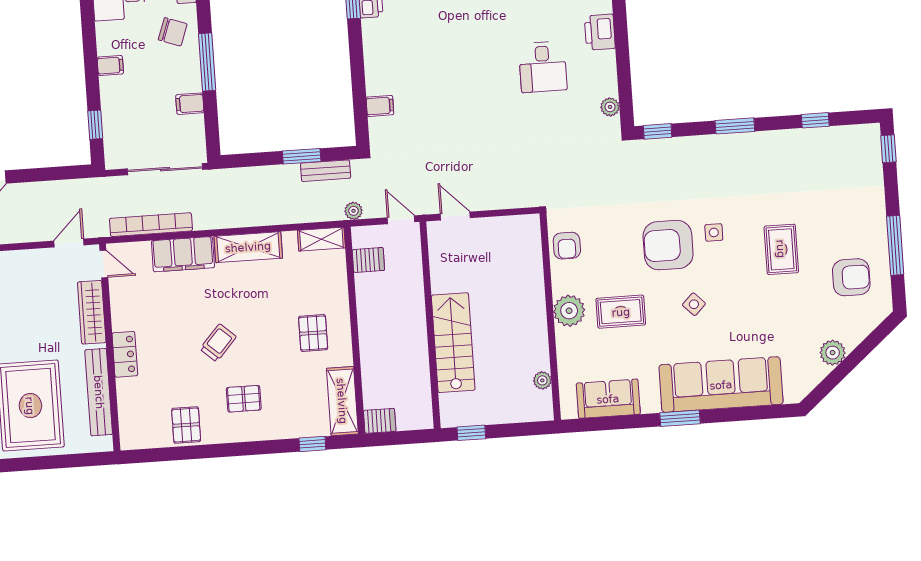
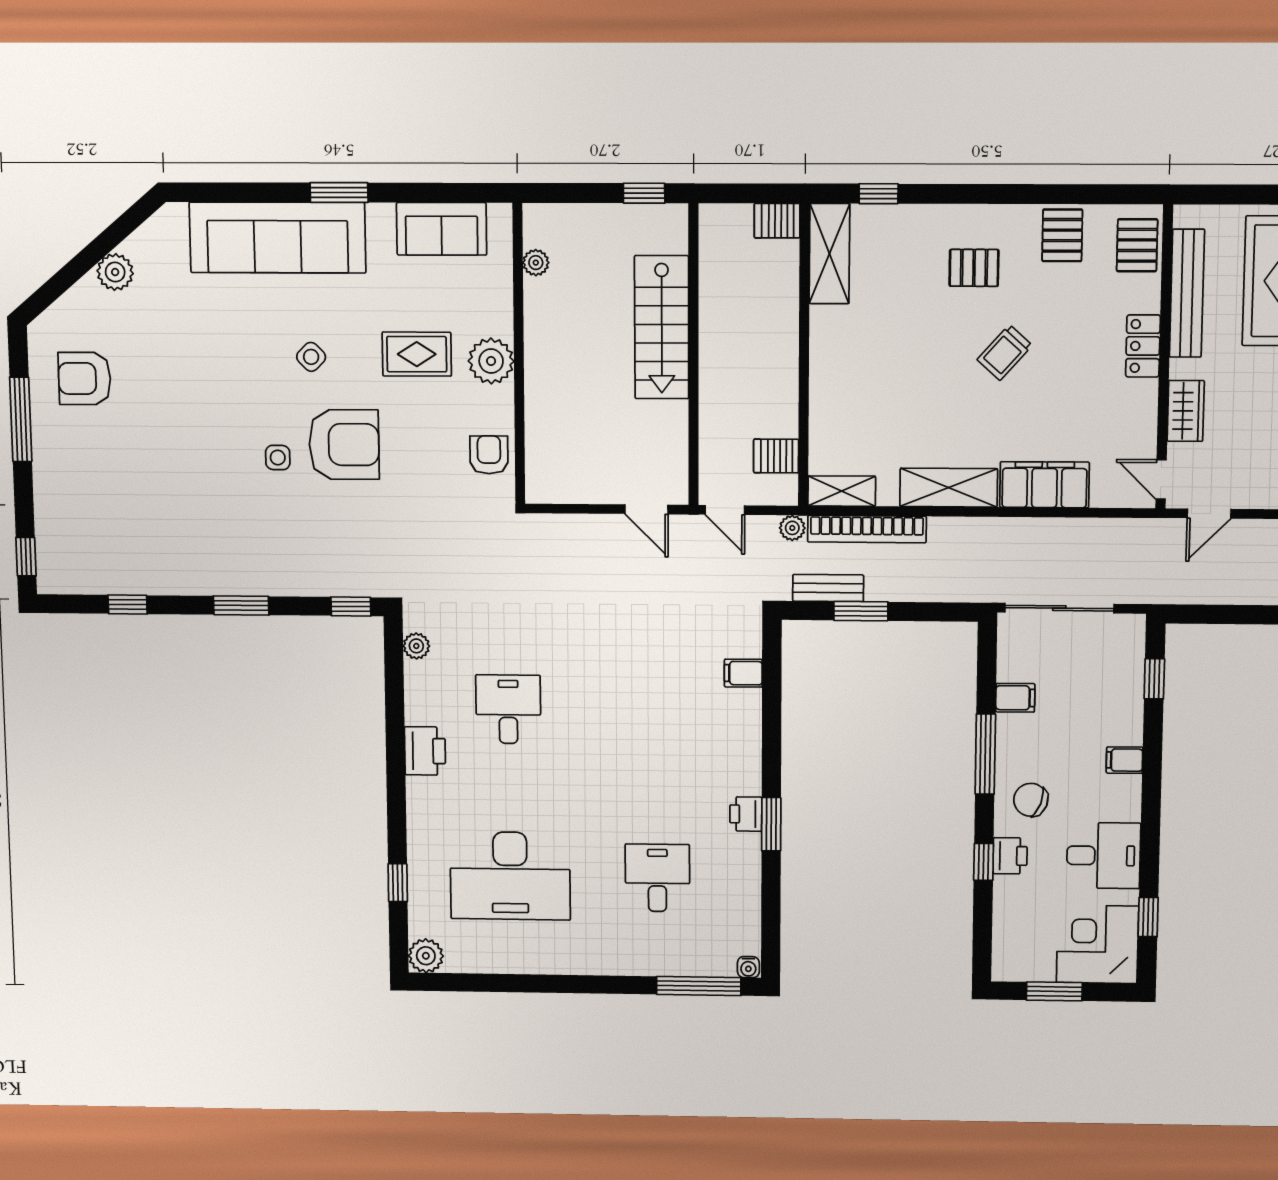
bookcase: (151, 225) -> (867, 529), moved
rug: (781, 249) -> (183, 426), removed
wardrobe: (92, 312) -> (1186, 411), width x0.67
pallet: (313, 333) -> (1137, 245), moved

